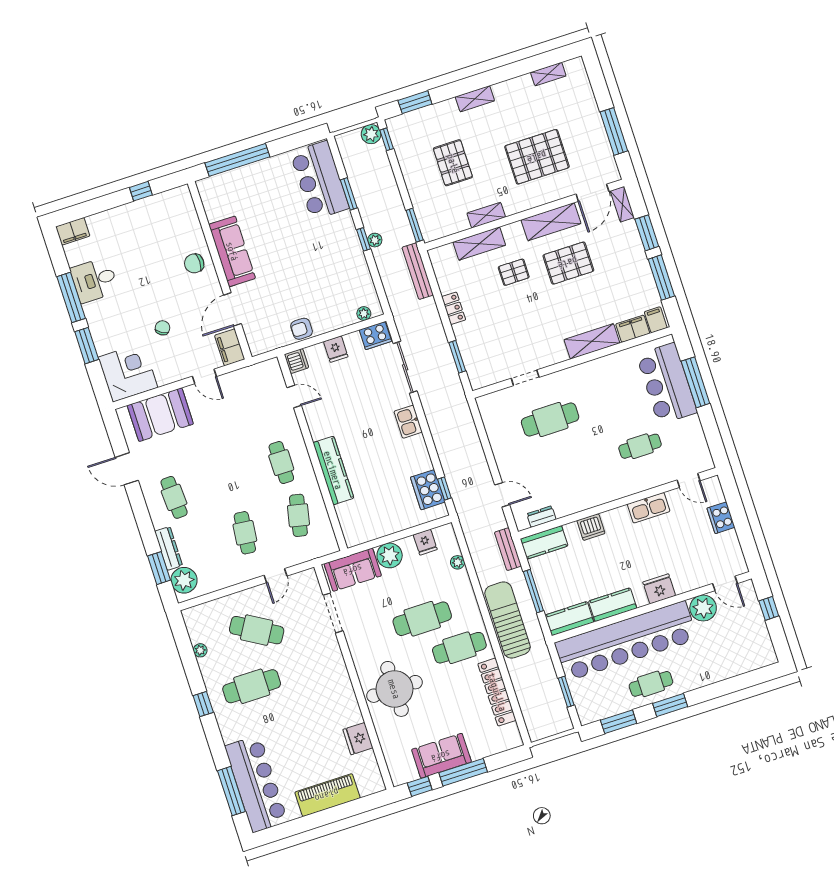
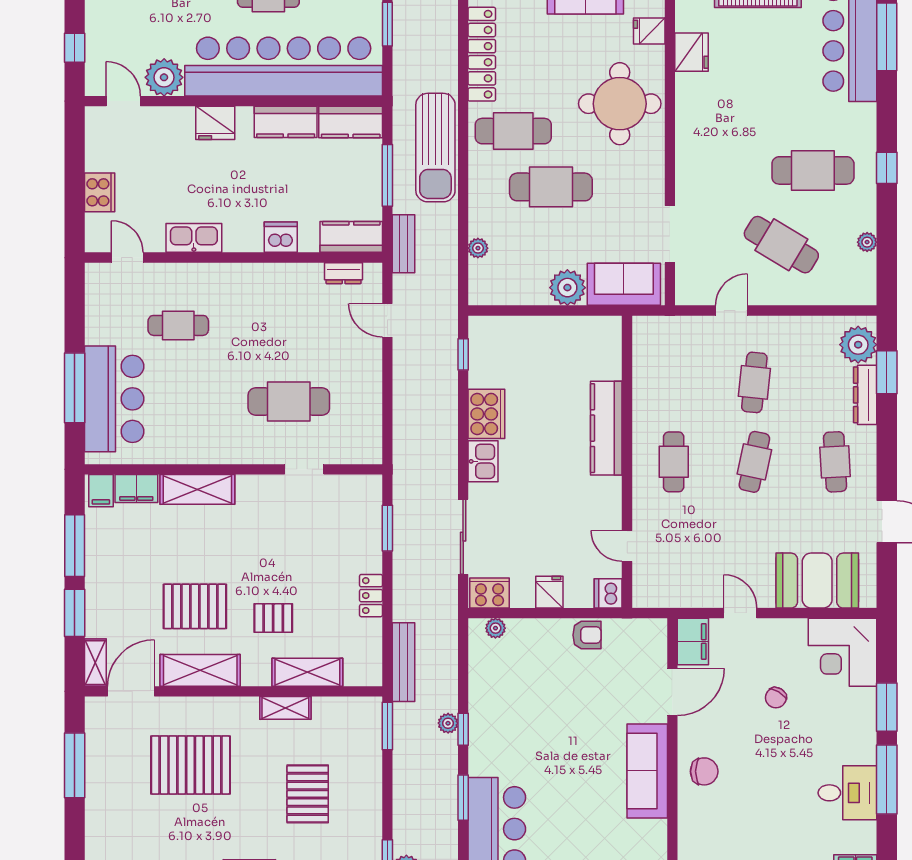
cooker: (428, 490) -> (486, 414), moved
cafe table: (298, 515) -> (754, 462), moved
fridge: (425, 542) -> (649, 31), moved, turned -90

